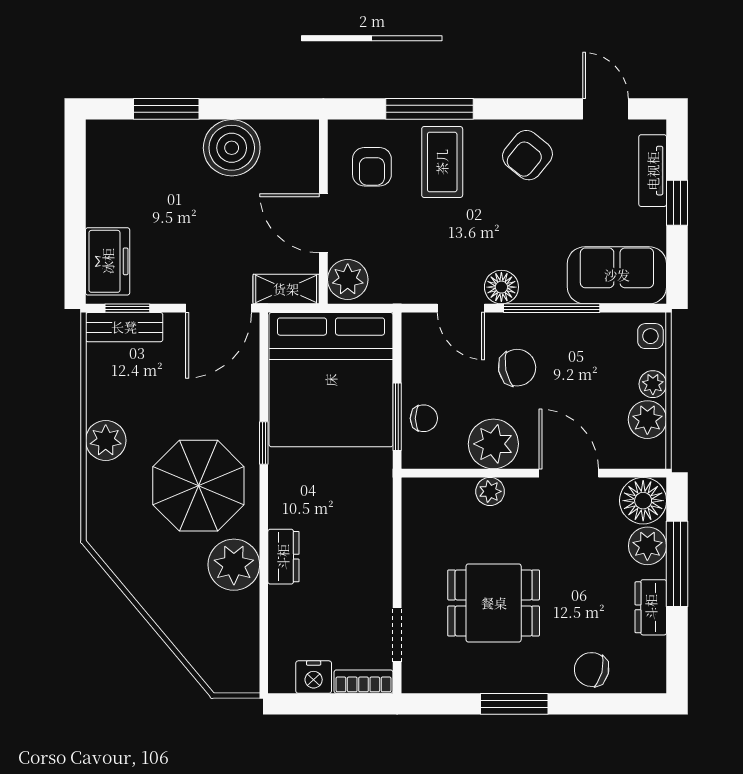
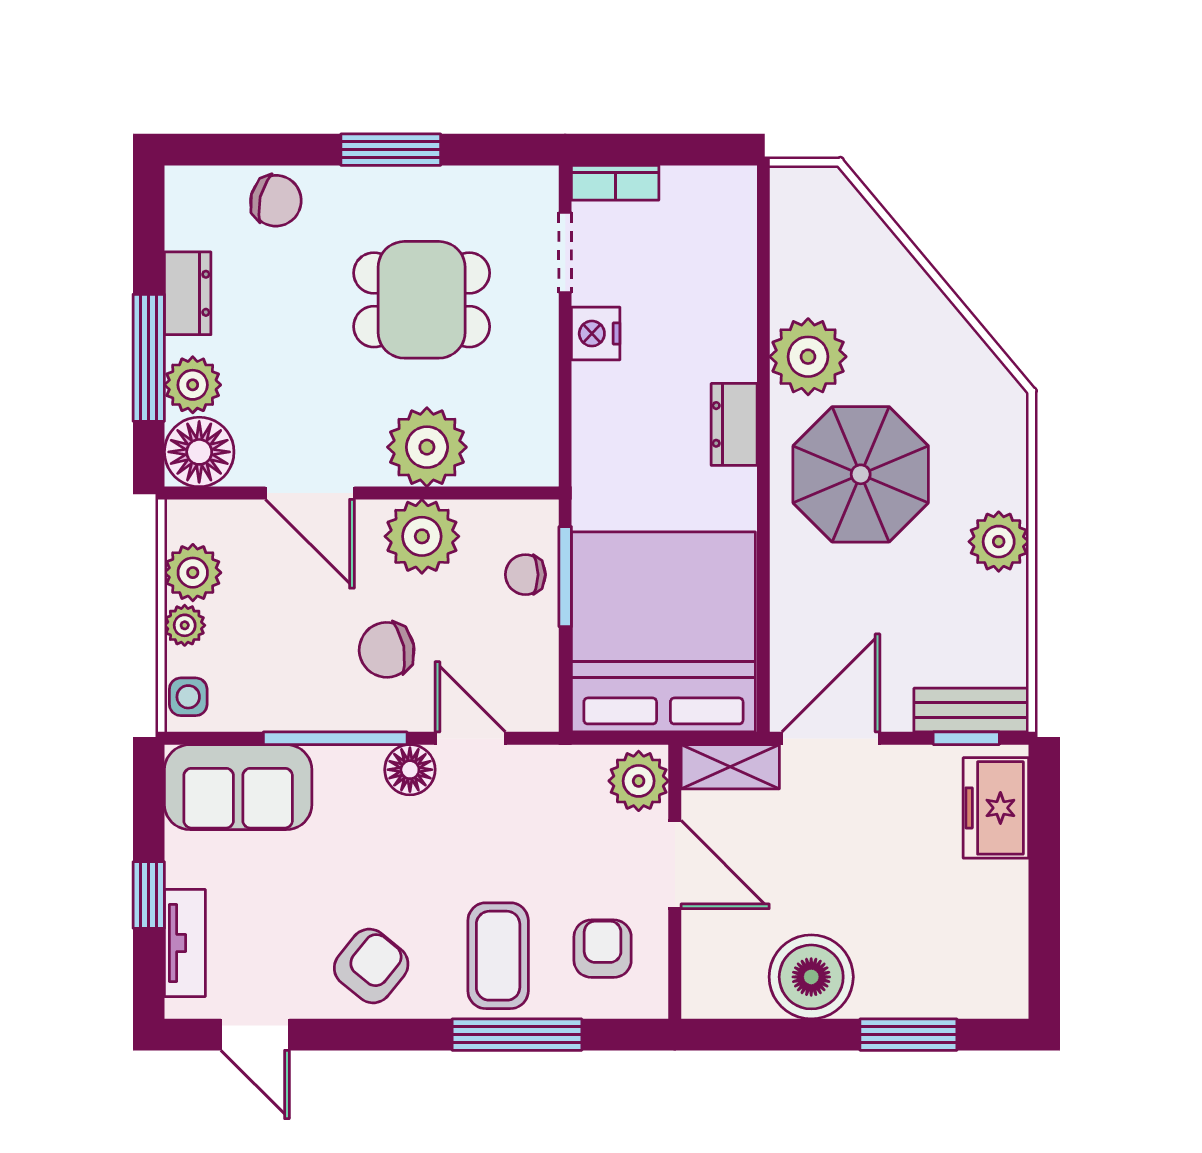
window: (264, 443) -> (763, 538), removed
plant: (490, 491) -> (427, 447), width x1.88, depth x1.88
dresser: (283, 557) -> (734, 424), moved
nightstand: (314, 677) -> (596, 334), moved, turned -90

